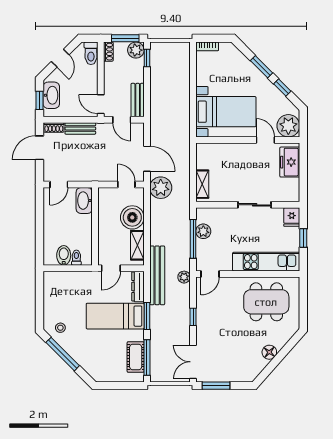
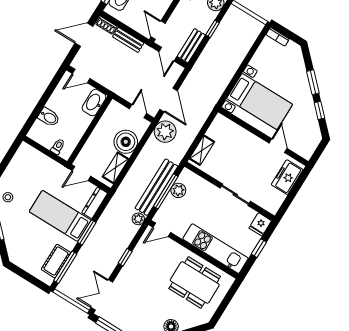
window: (147, 58) -> (212, 29), moved
plant: (288, 126) -> (305, 146), removed
bidet: (64, 255) -> (49, 117), moved, turned 90
bench: (157, 275) -> (156, 187), moved

